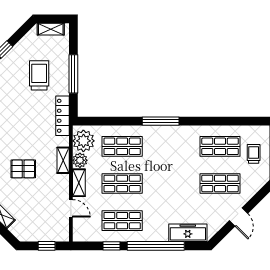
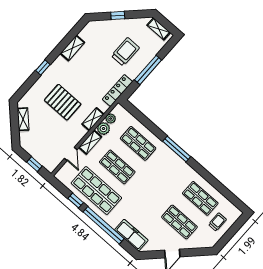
plant: (83, 141) -> (111, 119), width x0.53, depth x0.53
pallet: (23, 169) -> (63, 102), width x1.50, depth x1.42
shop shelf: (122, 221) -> (96, 191), width x1.43, depth x1.36

